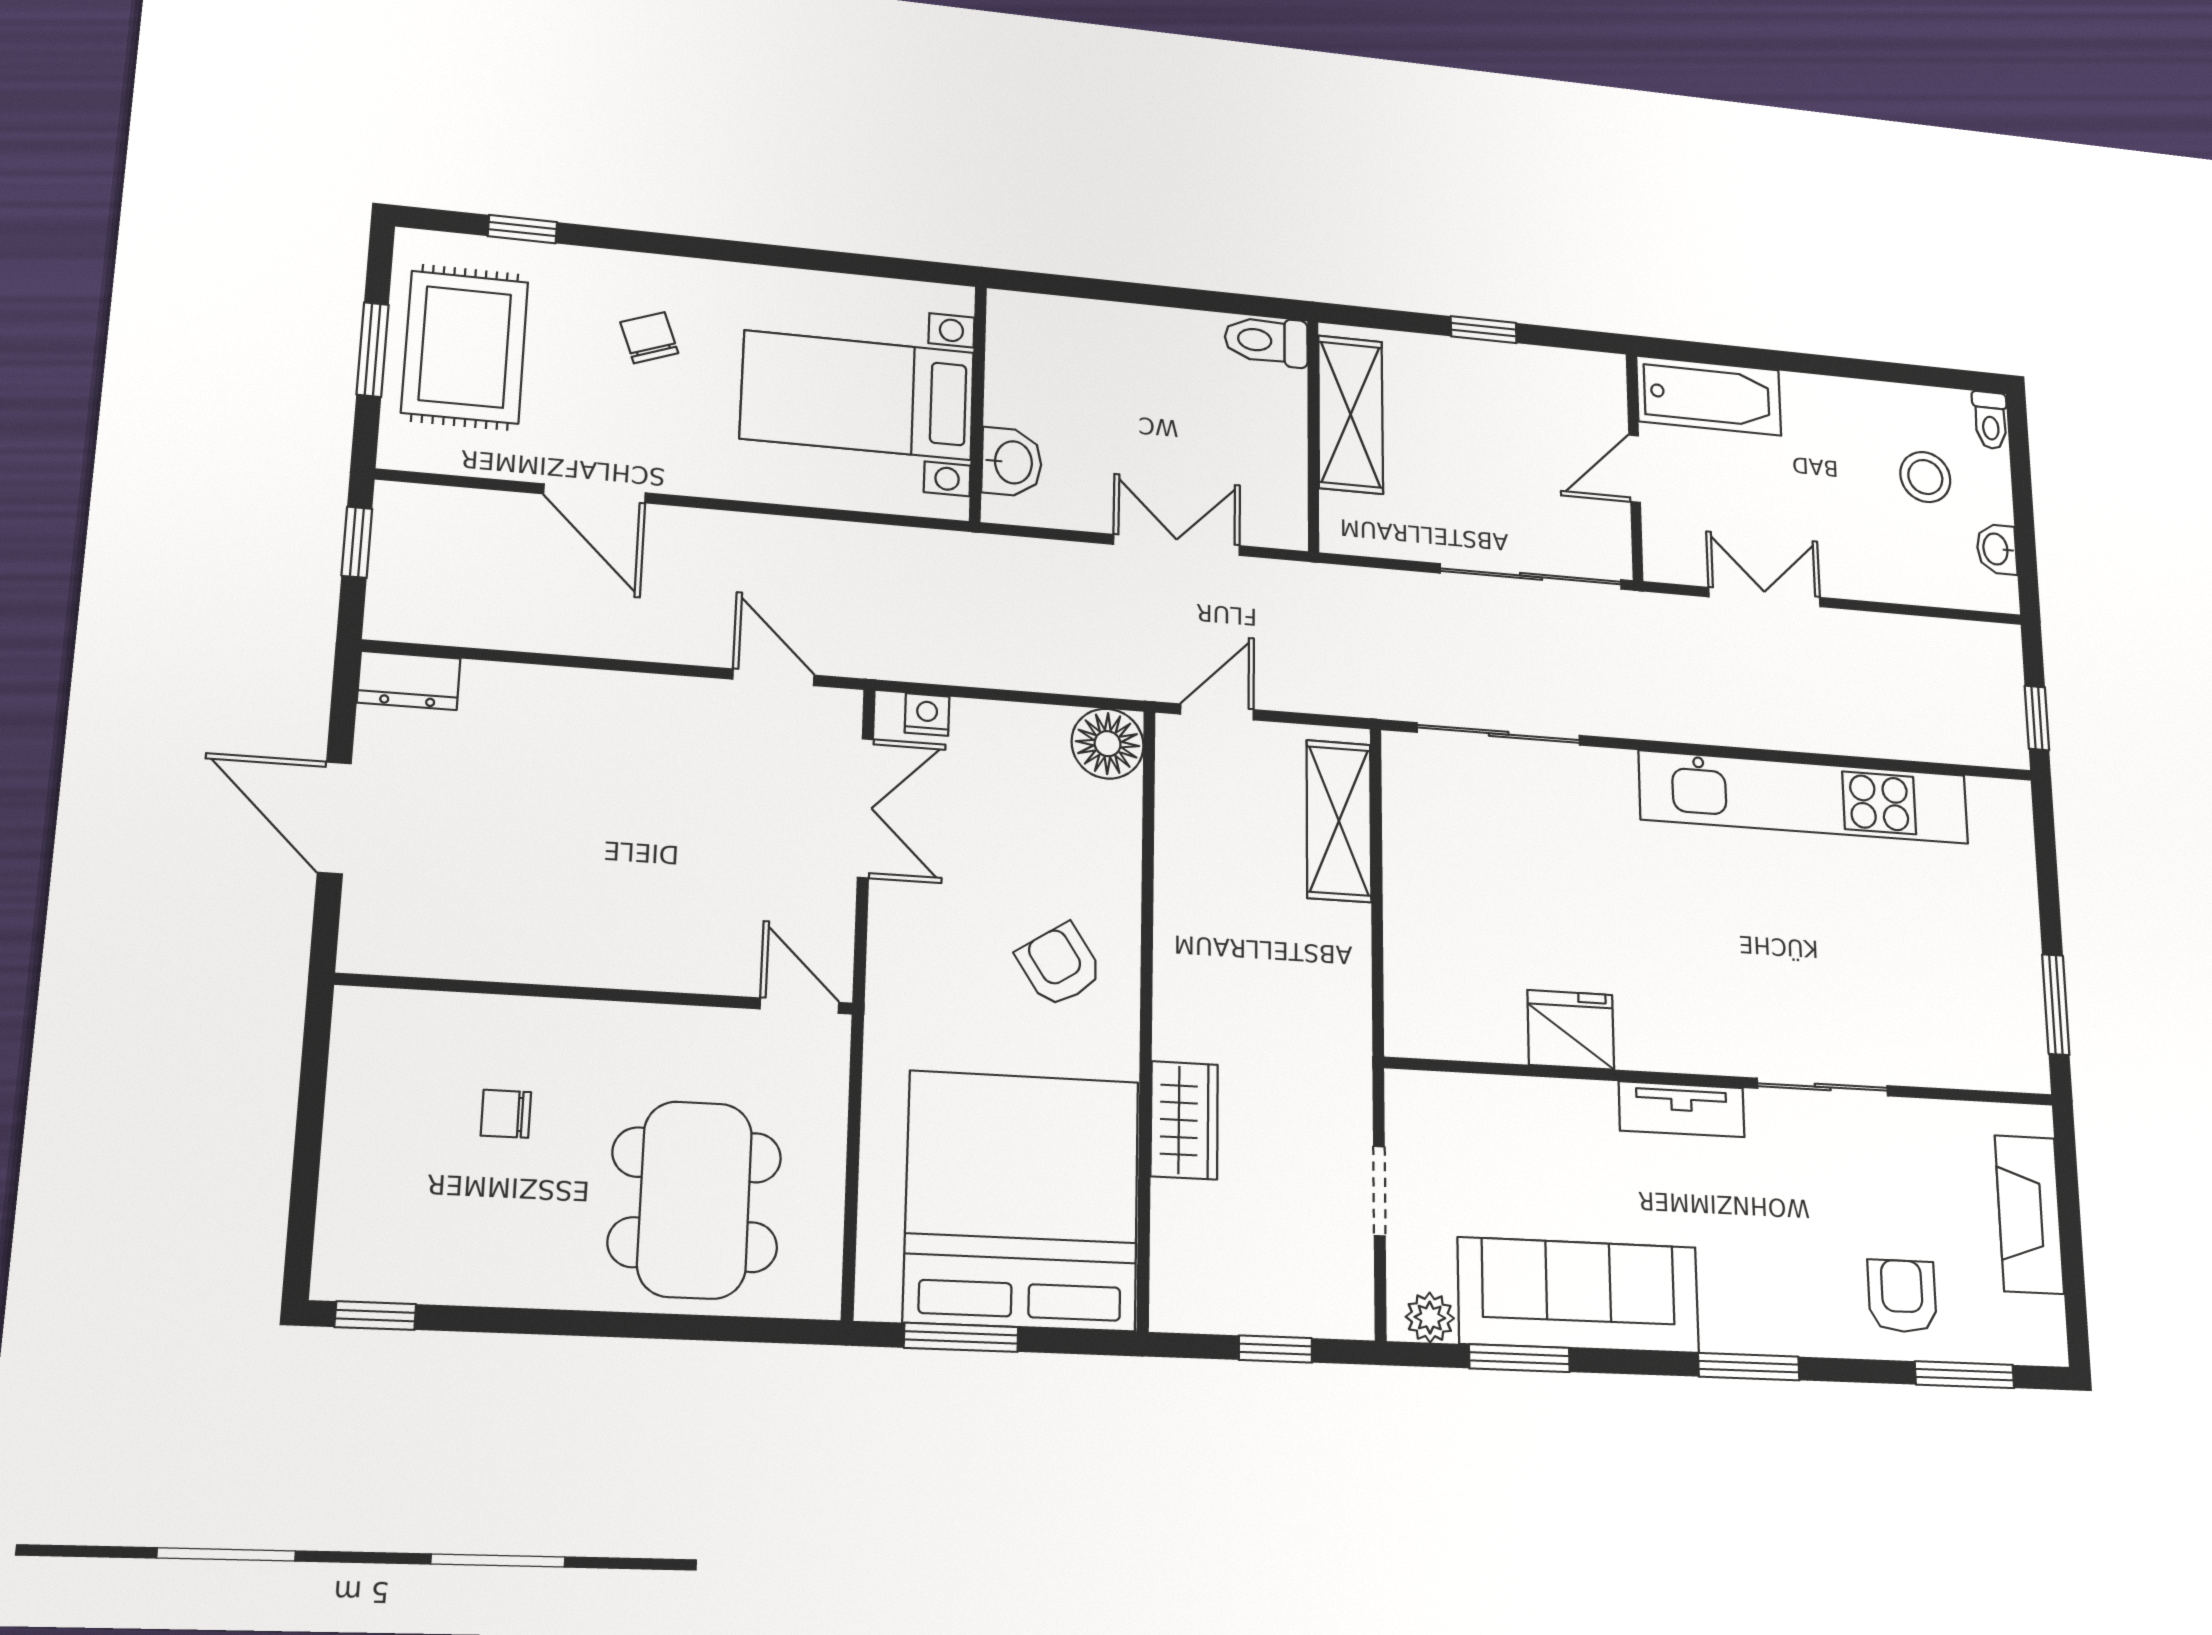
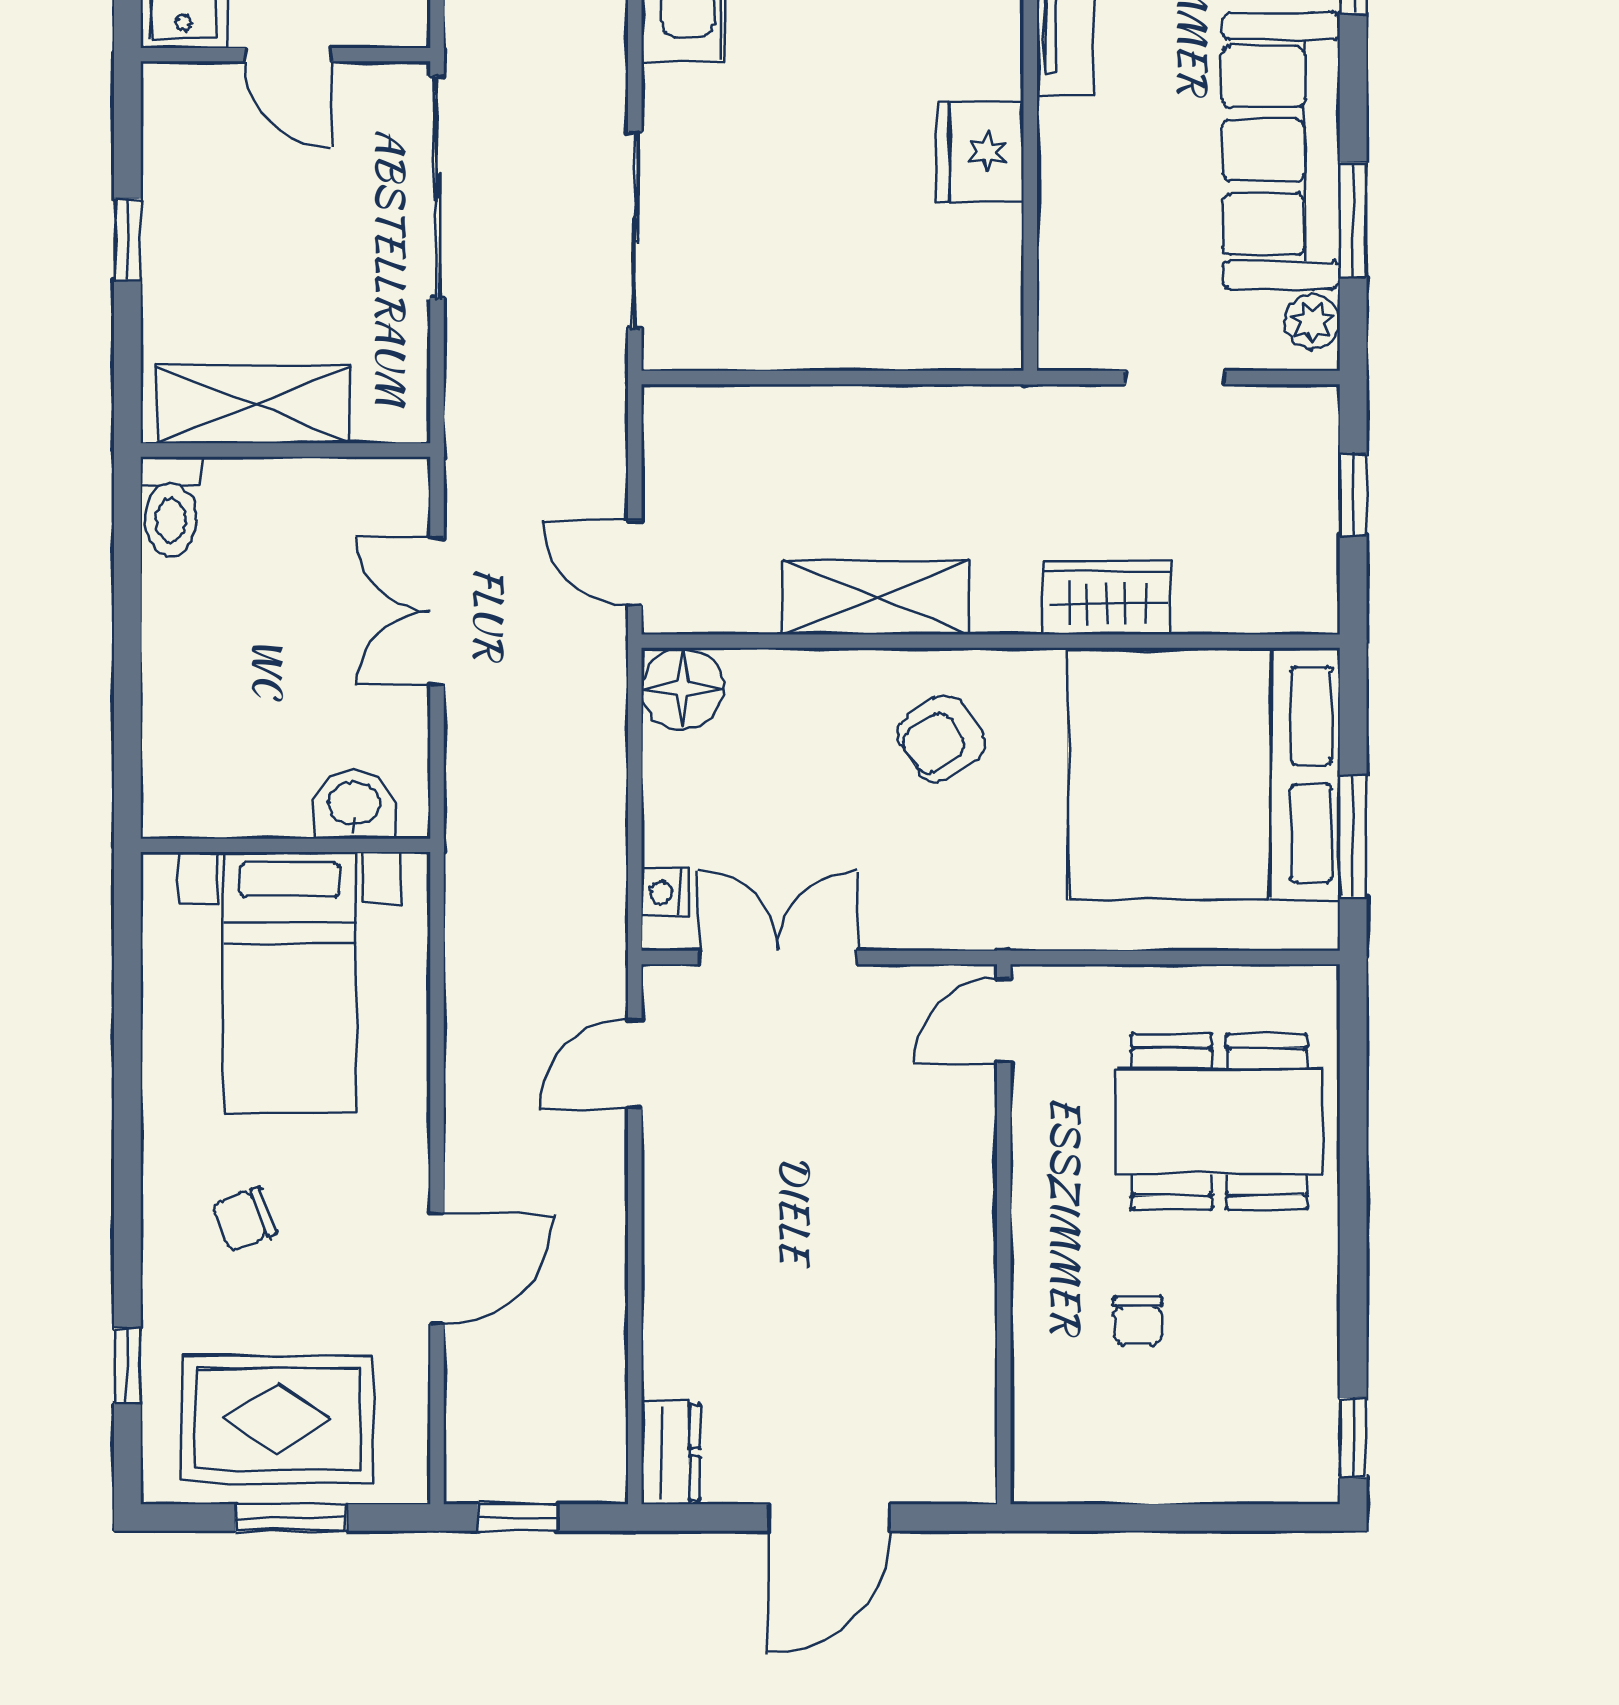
shelving: (1339, 821) -> (876, 597), moved

